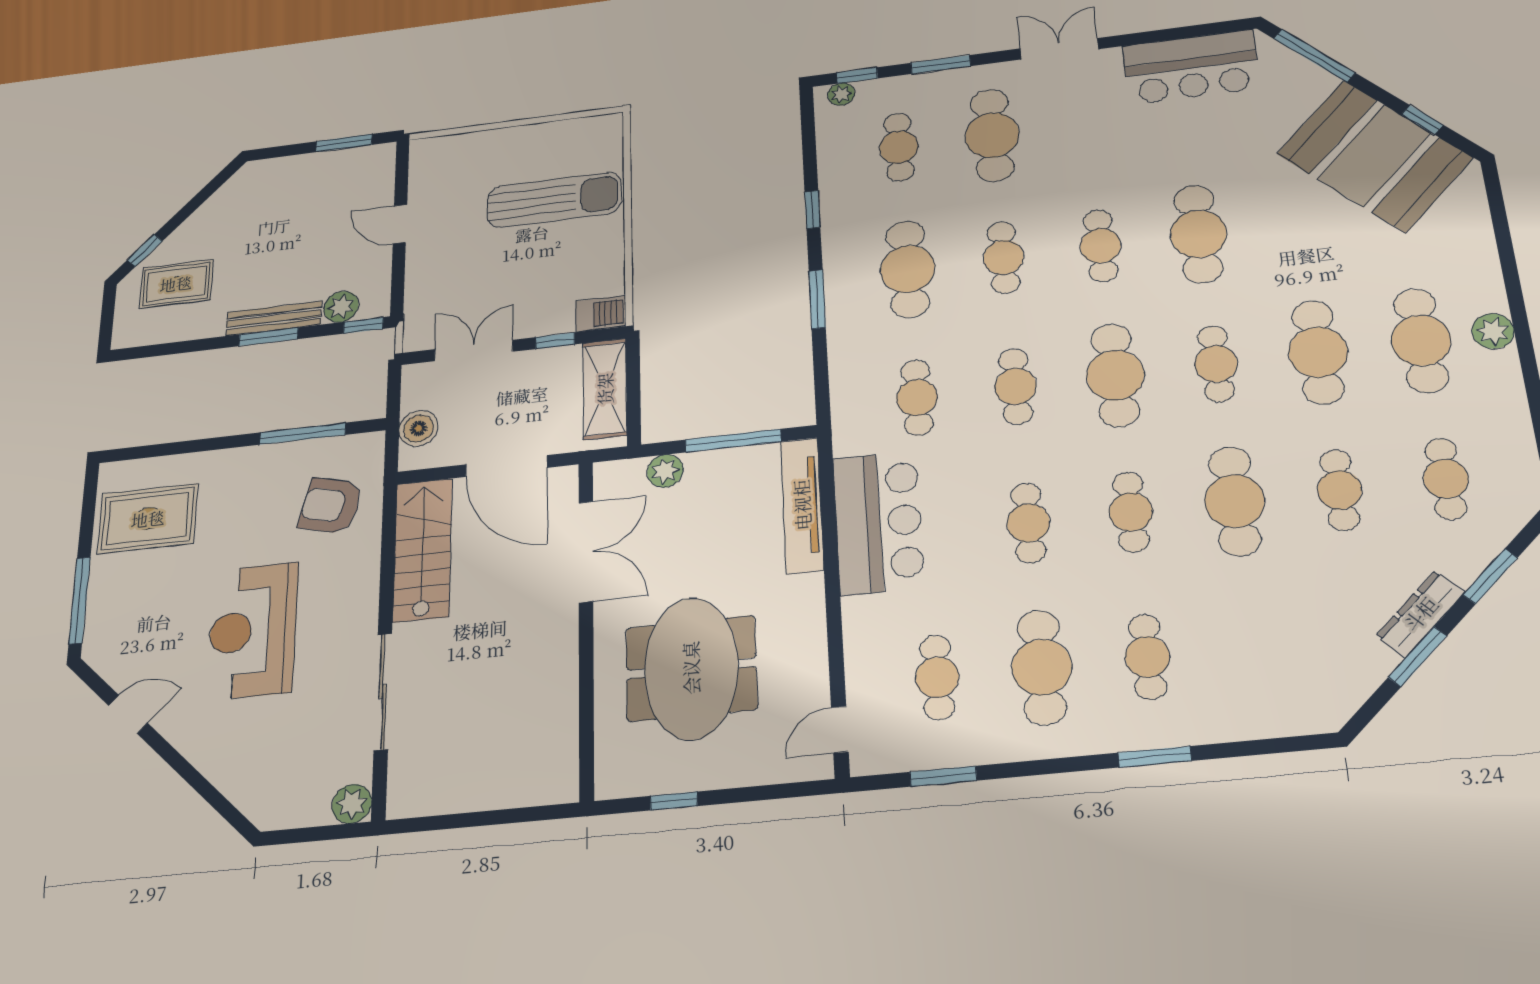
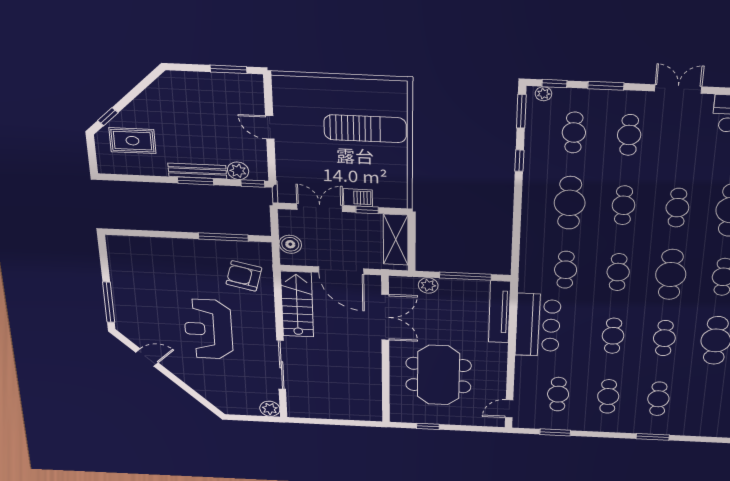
cafe table: (992, 135) -> (629, 135), width x0.73, depth x0.74
window: (817, 299) -> (521, 111), moved
barbecue: (601, 314) -> (358, 198), moved
rug: (148, 519) -> (140, 268), removed
cafe table: (1042, 667) -> (608, 396), width x0.73, depth x0.74

